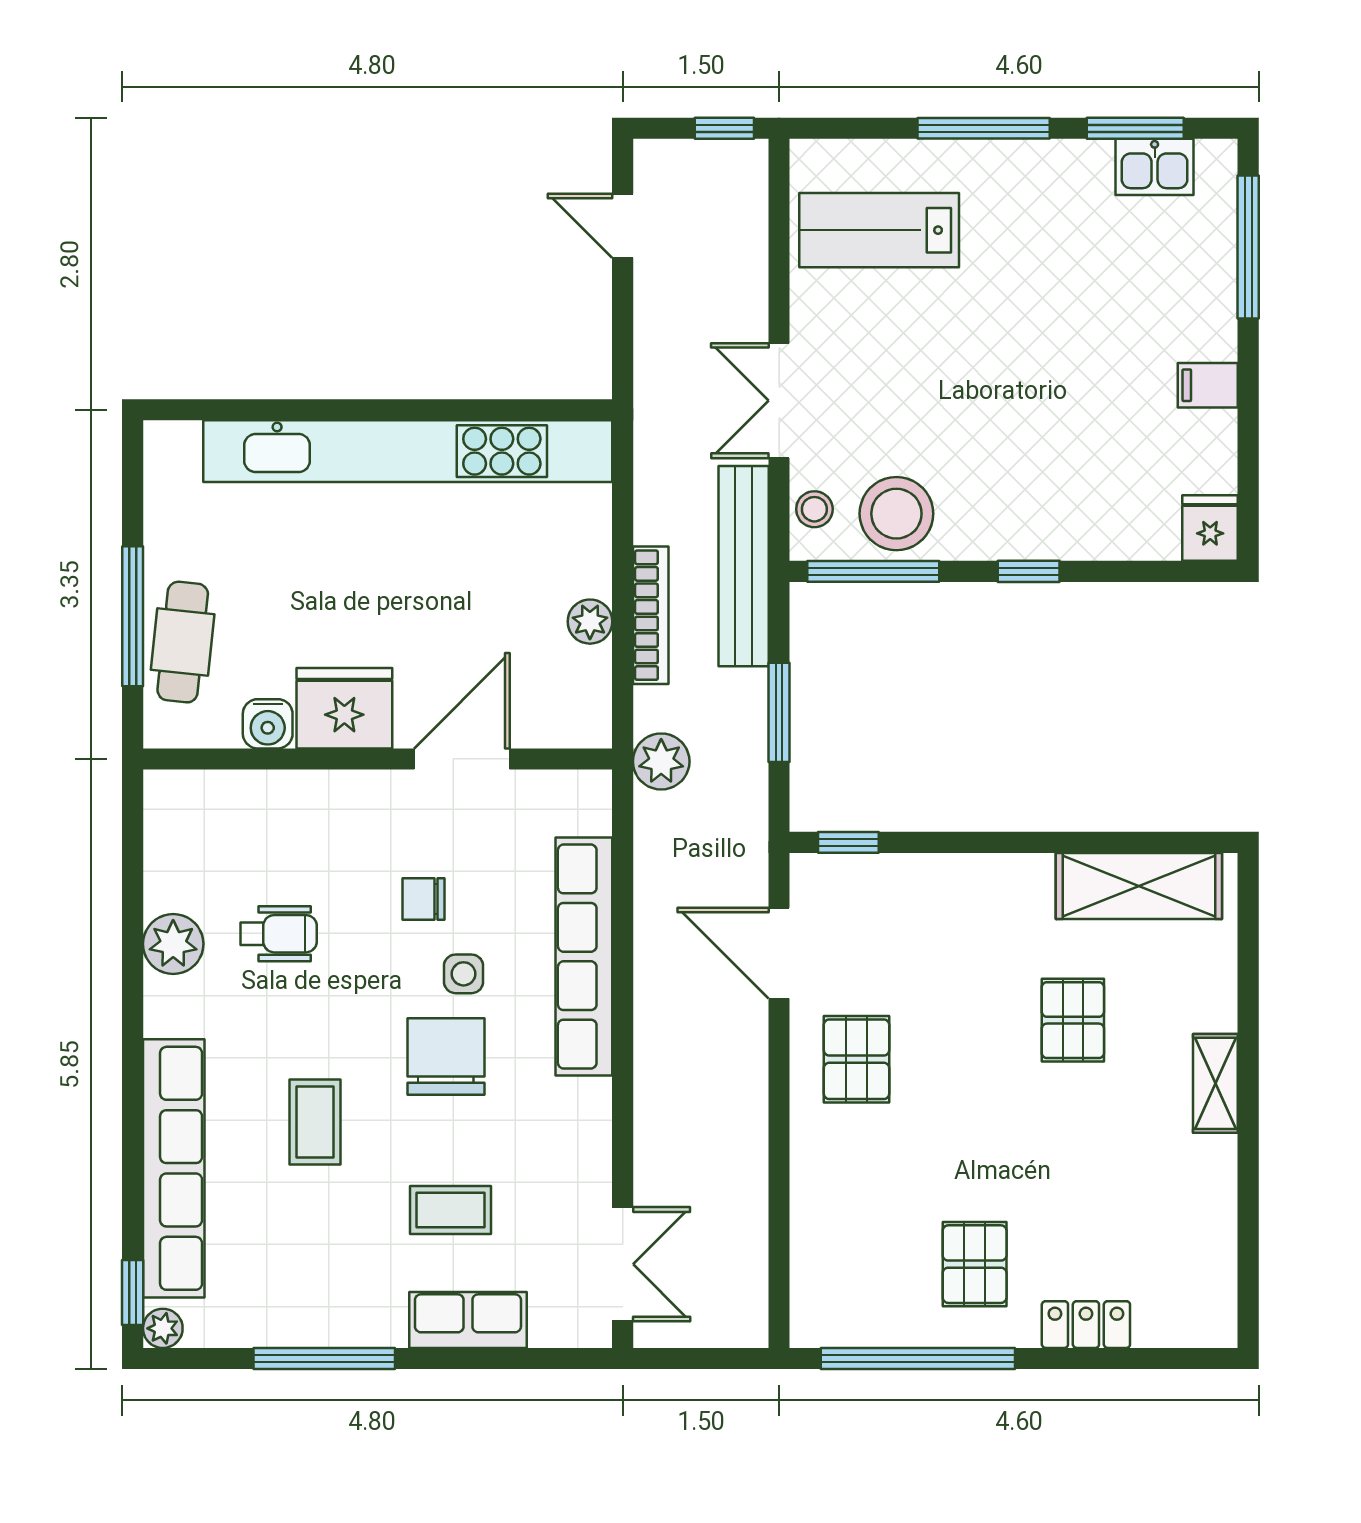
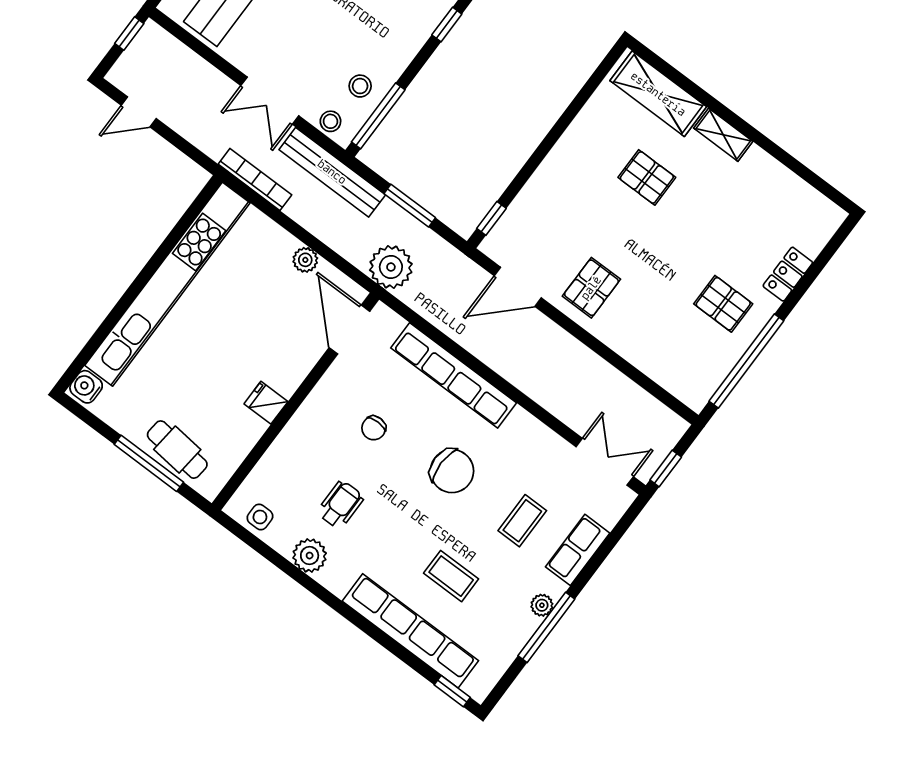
stool: (896, 514) -> (360, 86), width x0.53, depth x0.53
window: (1029, 571) -> (447, 24), moved
bookcase: (651, 615) -> (255, 179), moved
fridge: (344, 708) -> (266, 403), width x0.53, depth x0.75
water cooler: (268, 724) -> (86, 387), moved, turned 180
door: (462, 759) -> (349, 330), moved
plant: (661, 761) -> (391, 267), width x1.36, depth x1.36
shelving: (1139, 886) -> (658, 94), moved, turned 90
side table: (464, 974) -> (260, 517), moved
chair: (446, 1057) -> (452, 471), turned 180
pallet: (857, 1059) -> (591, 288), turned 90
coffee table: (315, 1122) -> (451, 576), moved
plant: (163, 1328) -> (542, 605), moved
window: (678, 1358) -> (666, 469), added

